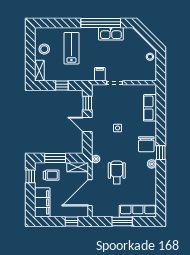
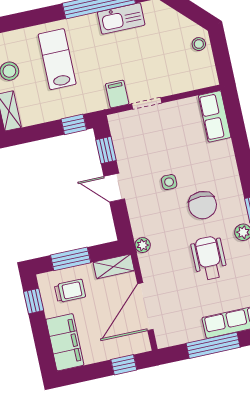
window: (62, 86) -> (74, 124), moved
row of seats: (150, 108) -> (215, 116), moved
chair: (146, 144) -> (203, 205), moved
wheelchair: (117, 172) -> (209, 258), moved
window: (122, 222) -> (213, 345), width x1.44

